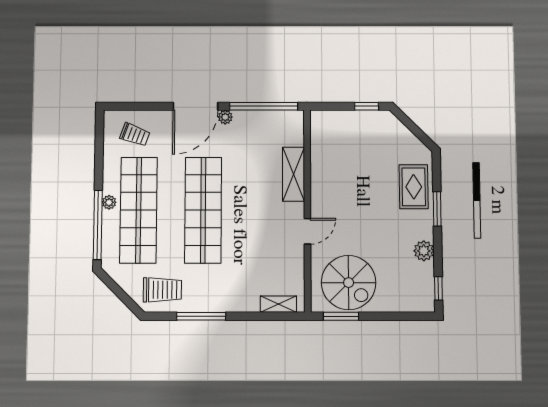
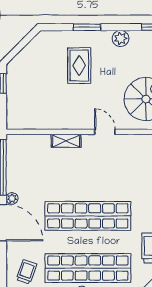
shelving: (293, 174) -> (66, 141), width x0.67, depth x0.75
rug: (414, 187) -> (79, 66), moved, turned 90

